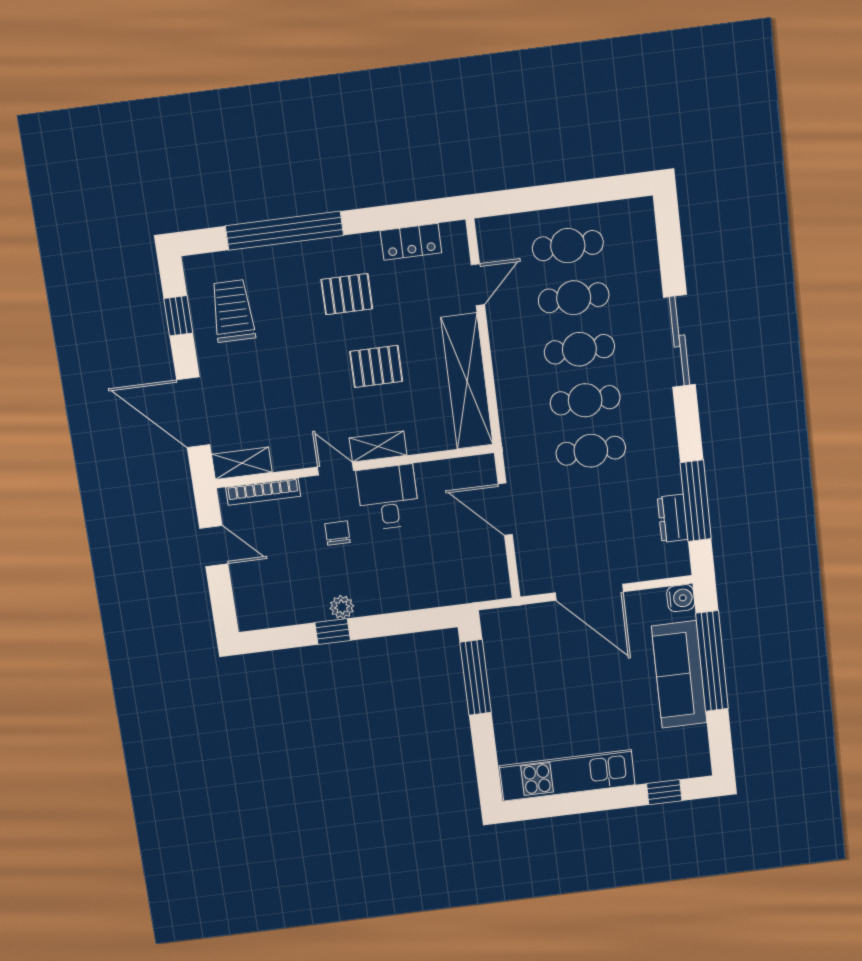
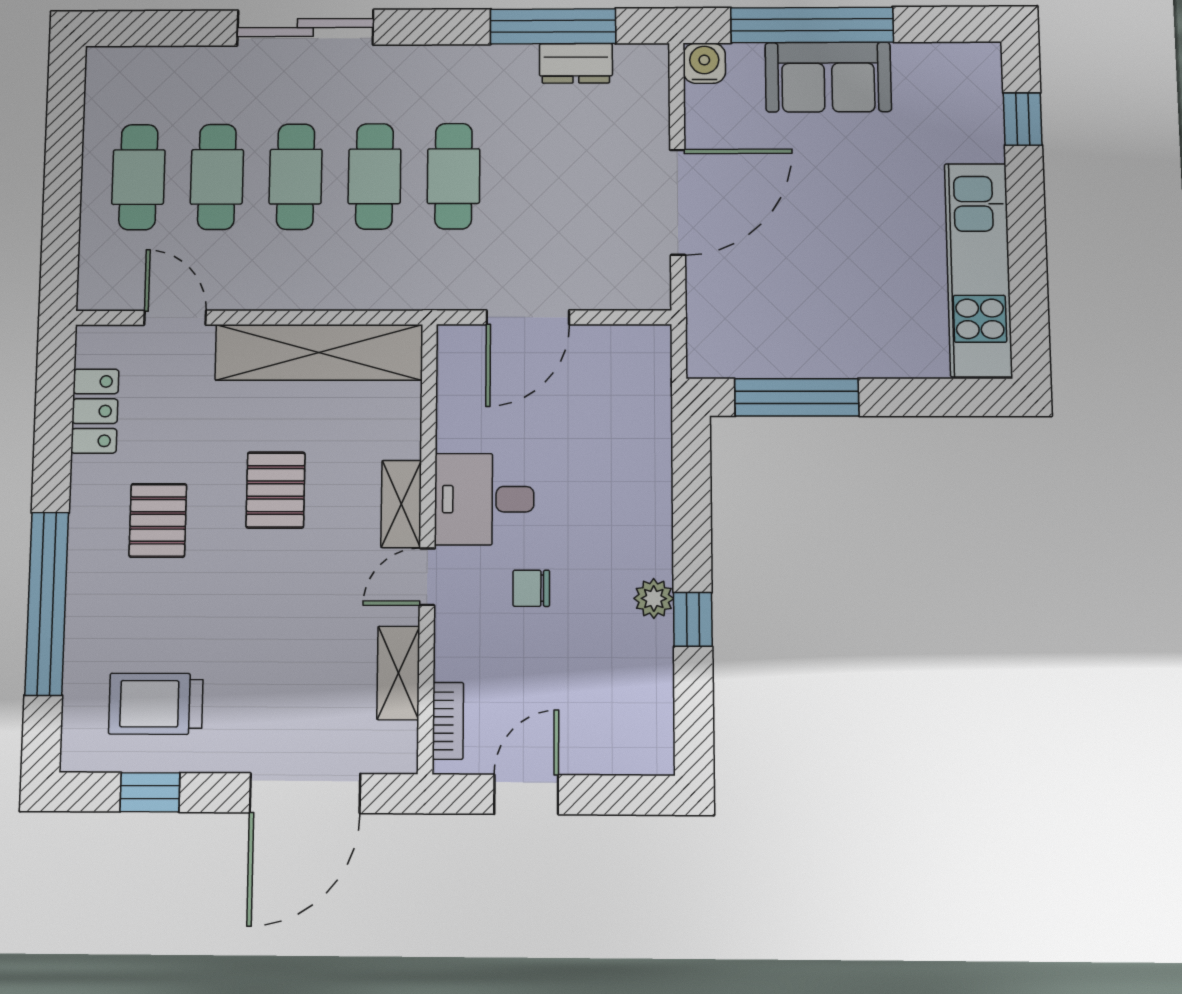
shelving: (242, 463) -> (398, 673), moved
bookcase: (263, 492) -> (448, 721), width x0.64
sofa: (679, 674) -> (828, 77), width x0.73

